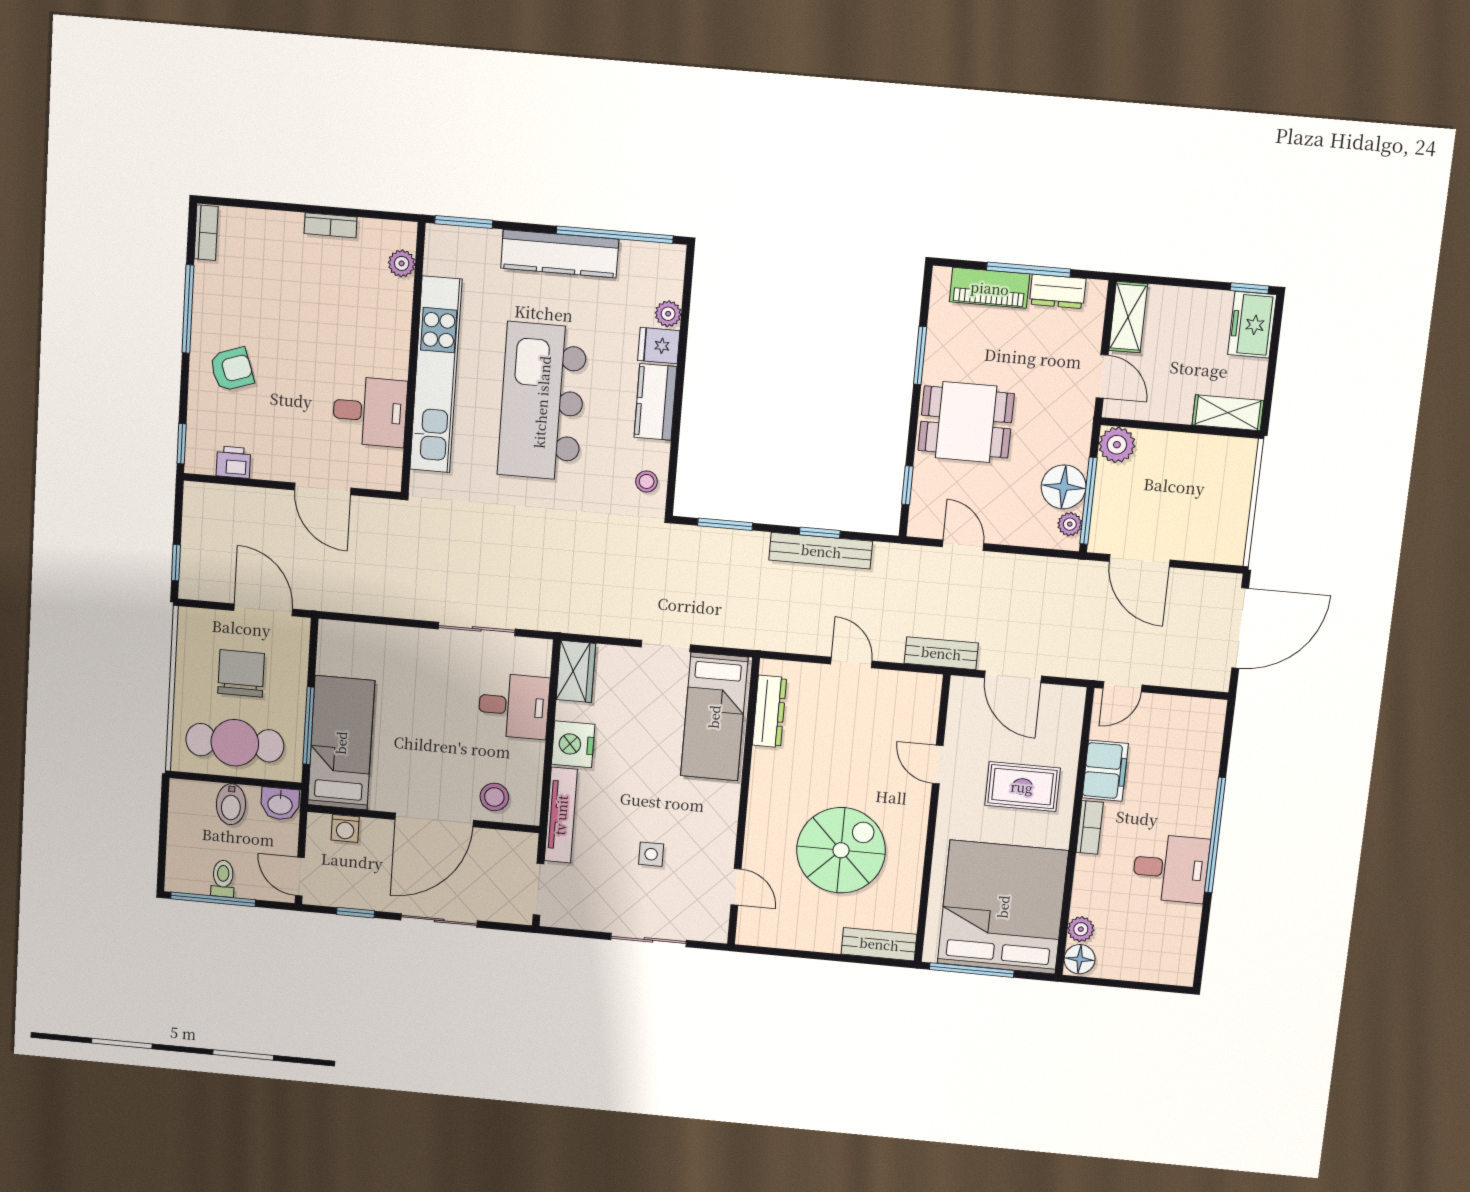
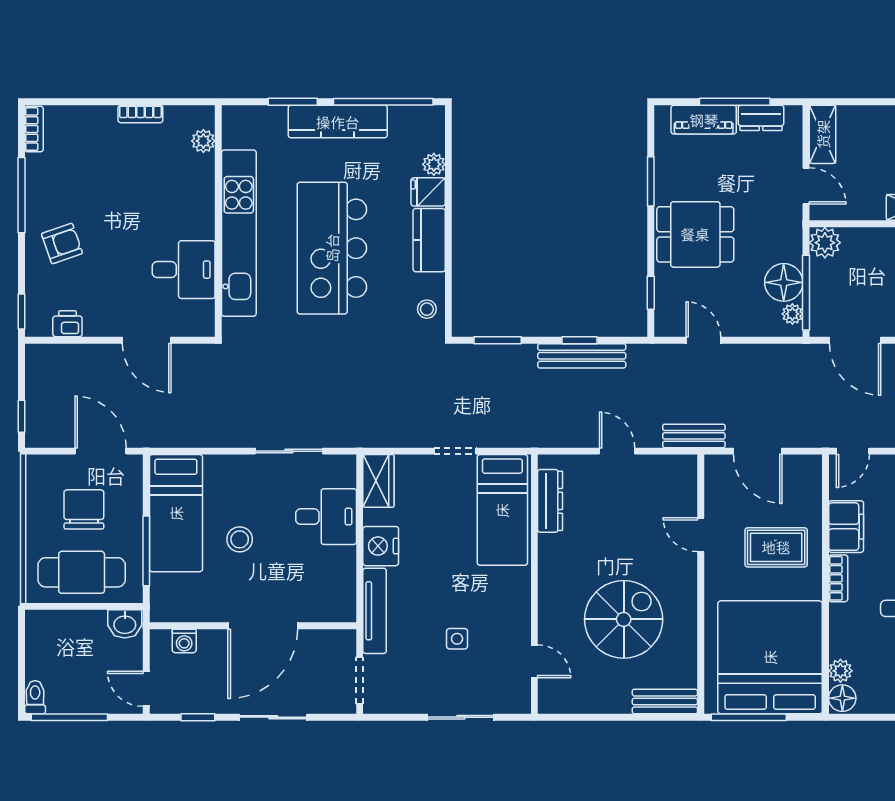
window: (464, 222) -> (293, 102), moved
bed: (341, 743) -> (176, 513), moved, turned 180
stool: (494, 797) -> (240, 539), moved
bidet: (231, 804) -> (81, 628), removed
toilet: (223, 878) -> (35, 697), moved

